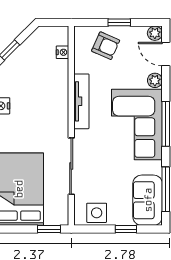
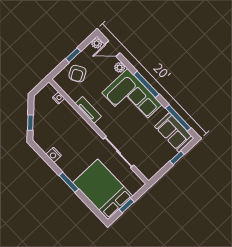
armchair: (106, 46) -> (77, 74), turned 126
tv unit: (81, 101) -> (88, 110), width x0.71
side table: (97, 213) -> (154, 164), removed
window: (49, 229) -> (127, 206), moved

